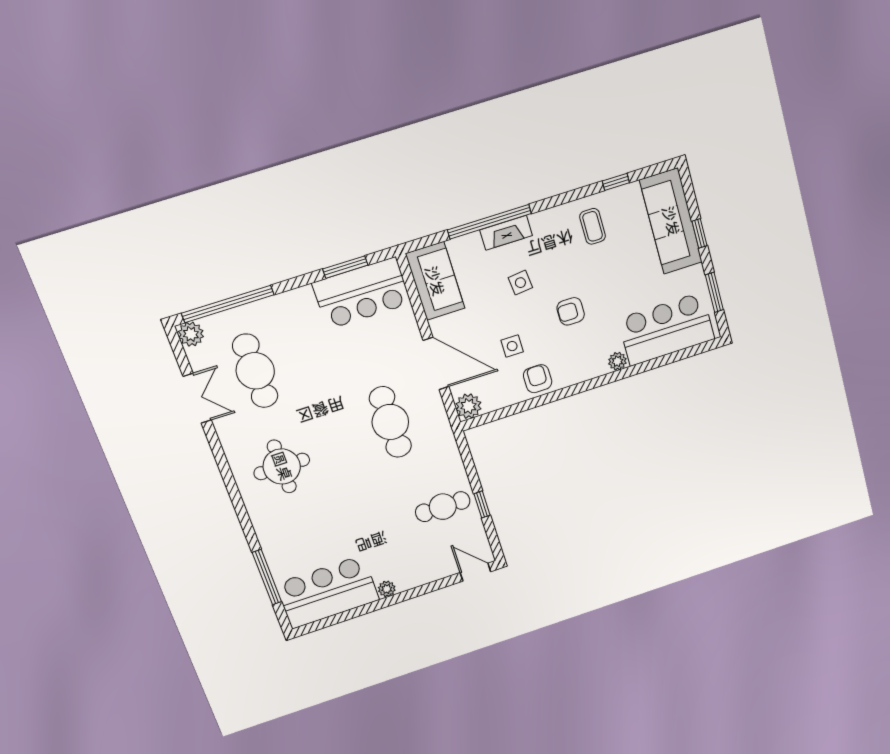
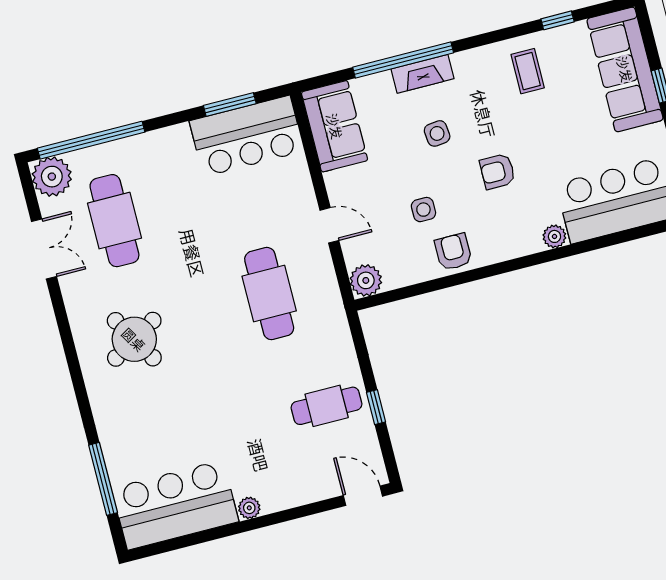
plant: (191, 334) -> (52, 177), width x1.36, depth x1.36
door: (436, 364) -> (329, 225), width x0.53
round table: (282, 466) -> (134, 339), turned -31

